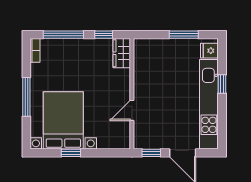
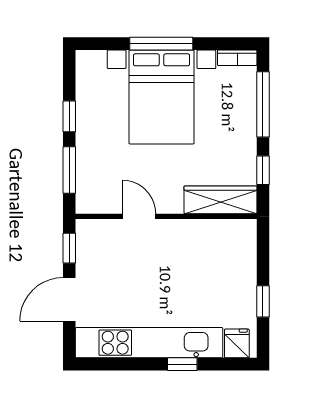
window: (184, 35) -> (263, 301), width x0.67
wardrobe: (122, 53) -> (221, 200), width x1.50
bed with nightstands: (63, 120) -> (161, 97), moved, turned 90
window: (104, 153) -> (69, 170), added

